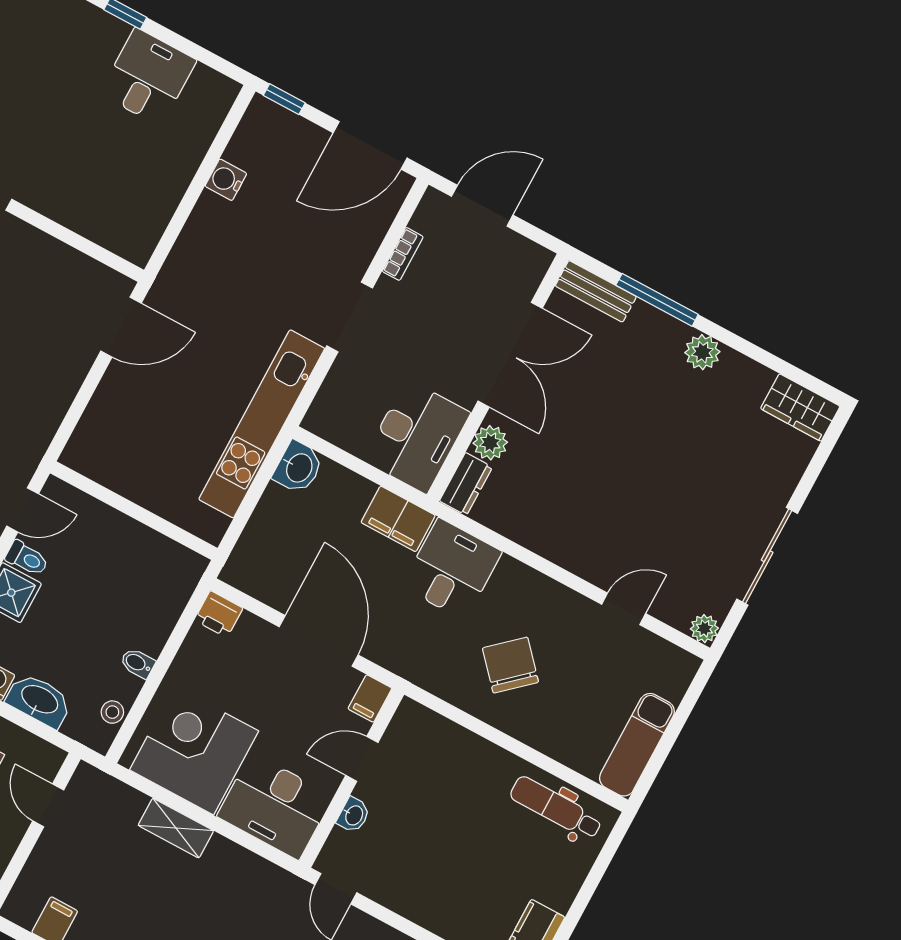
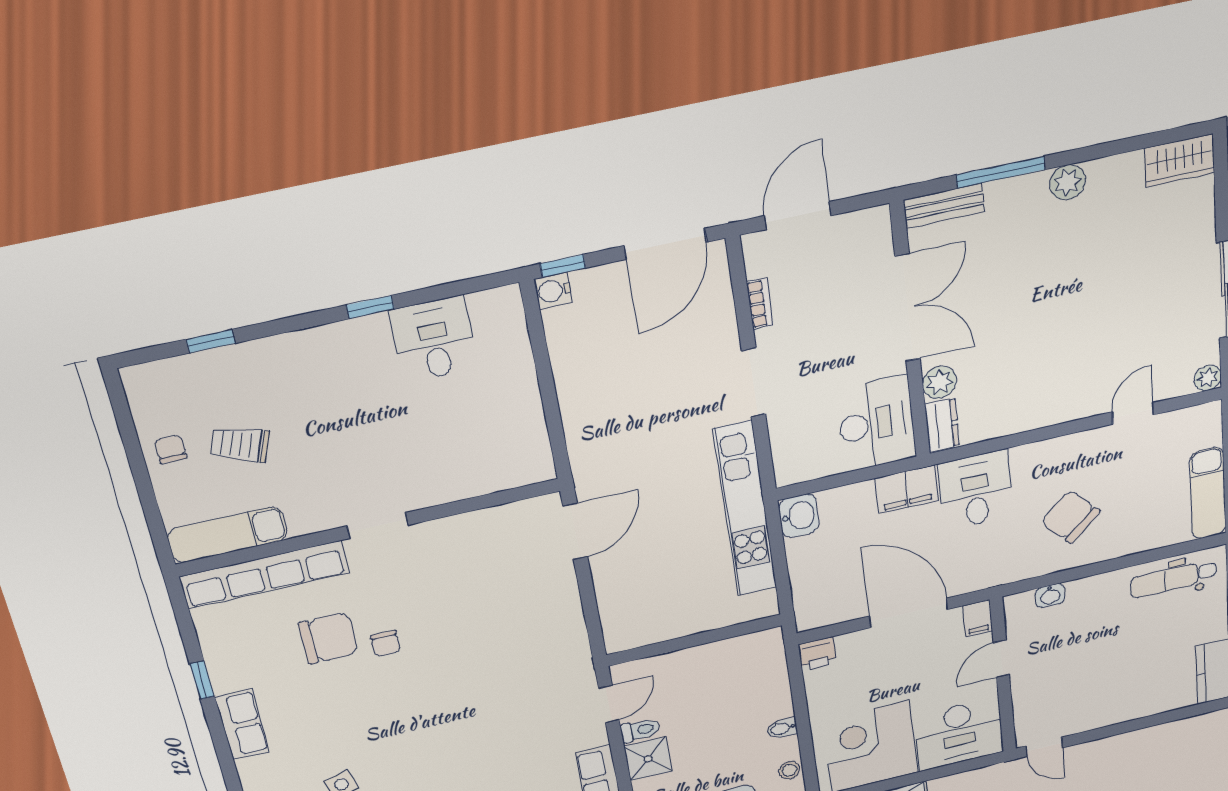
water cooler: (226, 180) -> (553, 291), moved
washbasin: (354, 815) -> (1050, 595), moved, turned 90

